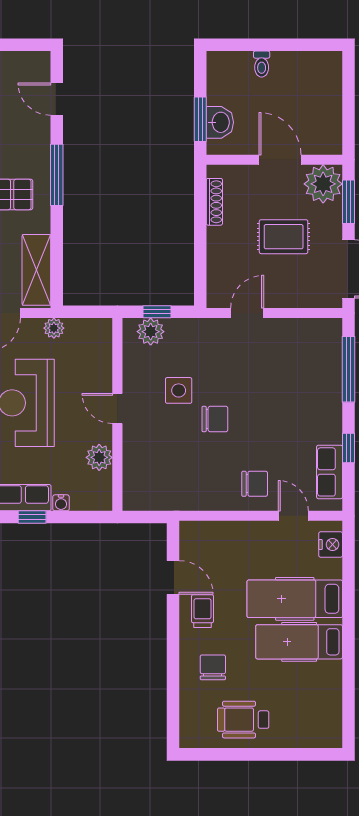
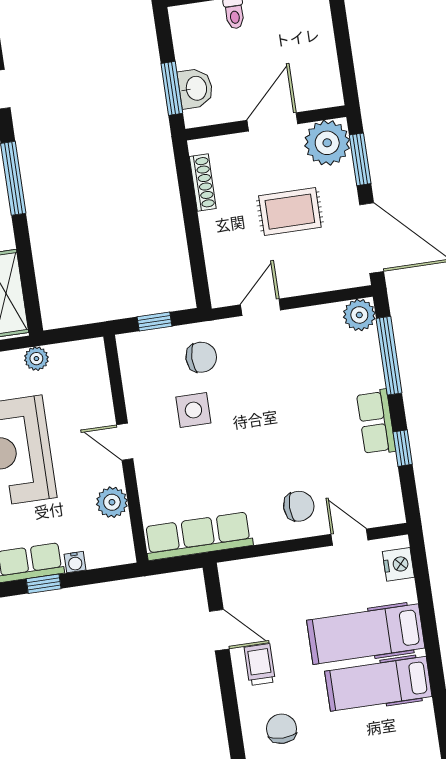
door: (280, 160) -> (272, 122), hinge flipped
plant: (151, 332) -> (359, 315), moved
chair: (215, 419) -> (201, 357), moved
row of seats: (330, 472) -> (376, 422), moved
row of seats: (167, 496) -> (198, 536), added

